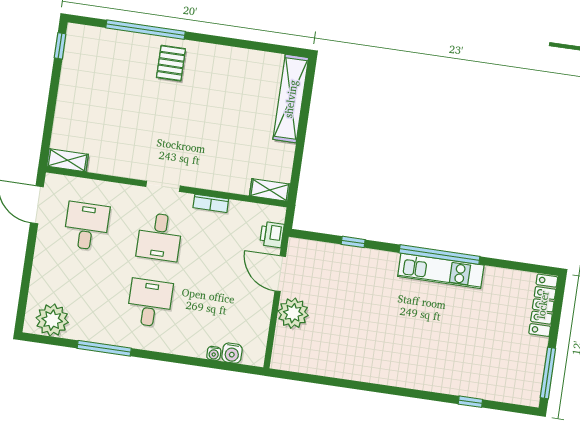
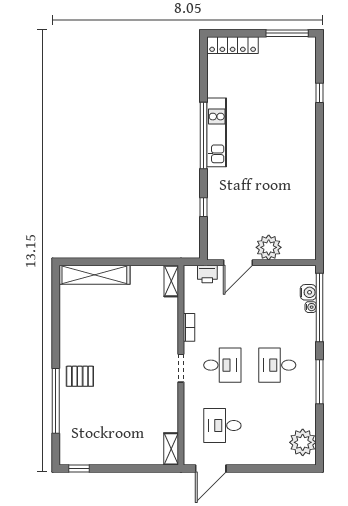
window: (104, 348) -> (320, 382), moved
window: (212, 364) -> (320, 307), added

